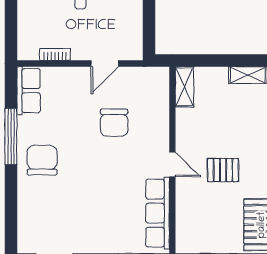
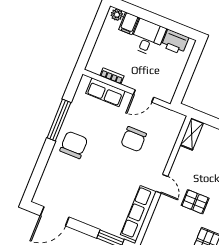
row of seats: (29, 91) -> (105, 92), moved, turned 90

